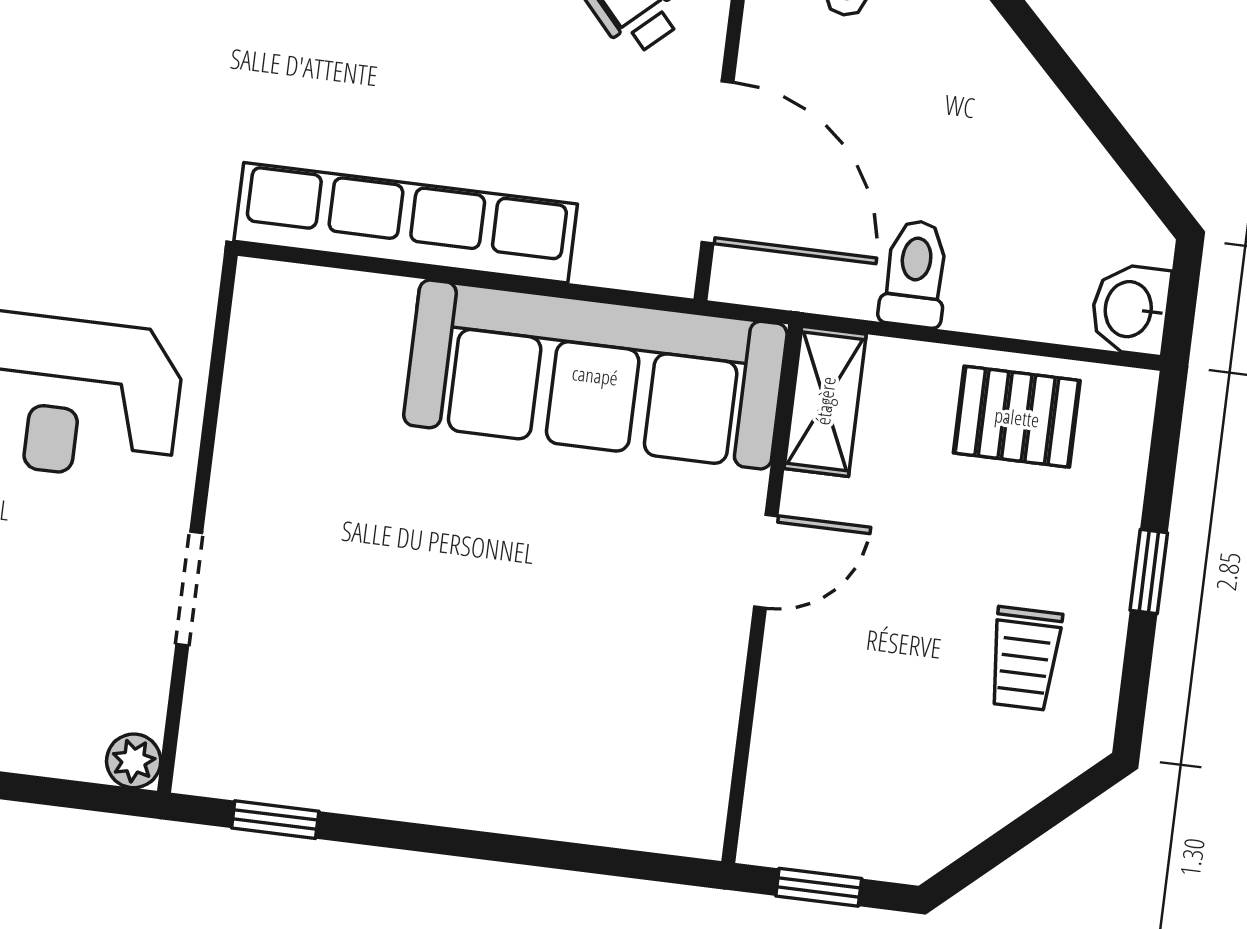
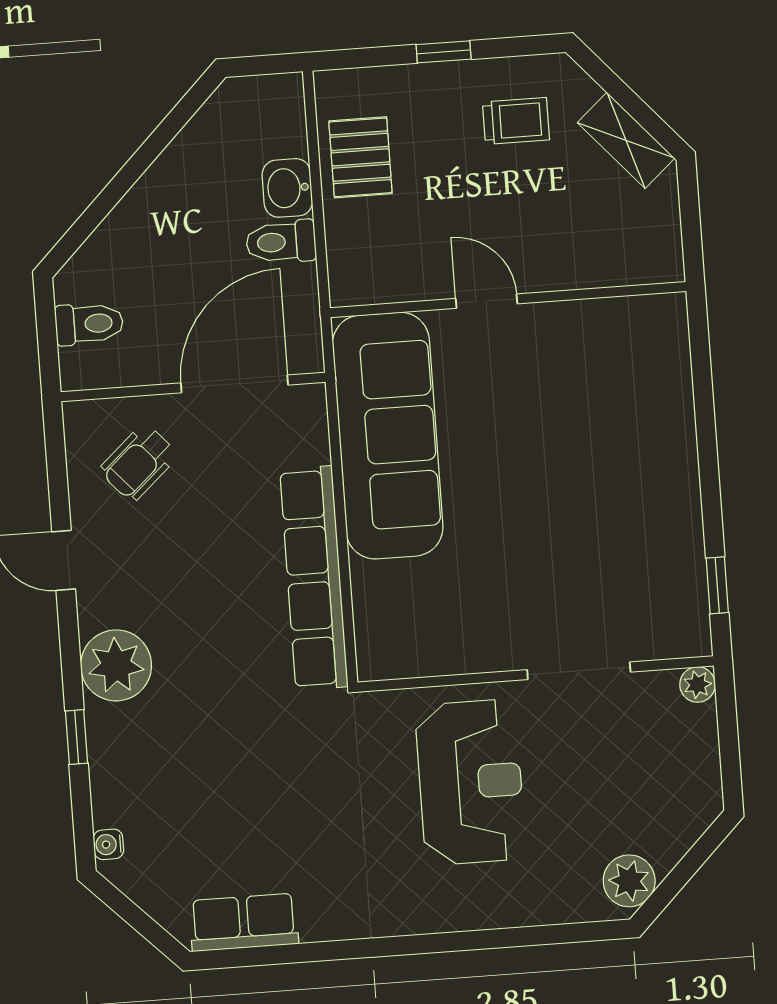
washbasin: (1130, 309) -> (287, 188), moved, turned 90
shelving: (825, 401) -> (626, 140), moved, turned 48
doorway: (189, 589) -> (579, 671), width x1.38
window: (819, 887) -> (691, 225), removed

